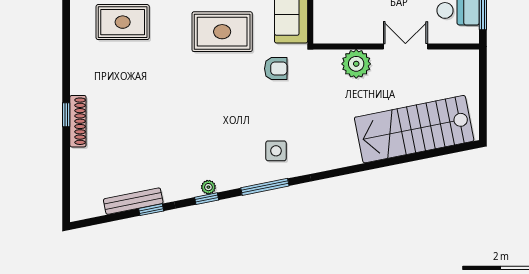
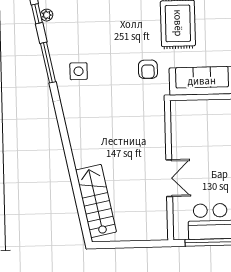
plant: (356, 64) -> (154, 137), removed
stairs: (414, 129) -> (96, 201), width x0.73, depth x0.66

